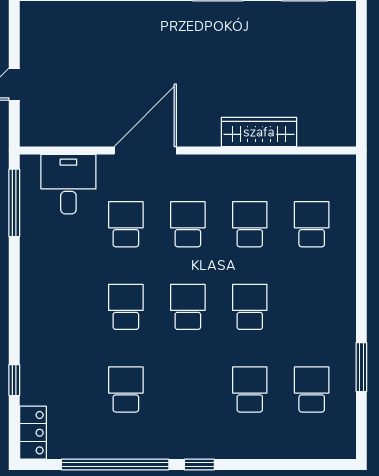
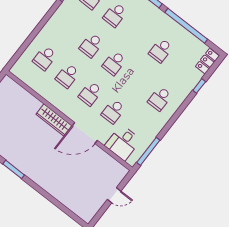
wardrobe: (259, 132) -> (54, 120), moved
school desk: (126, 307) -> (160, 99), moved

